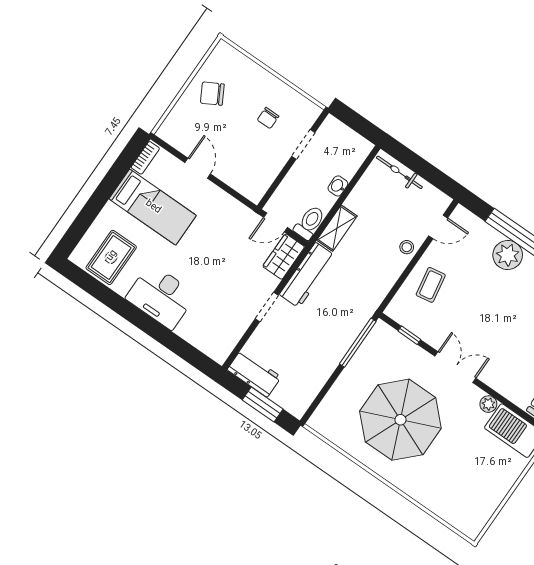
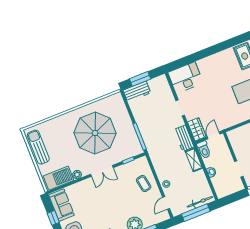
window: (422, 168) -> (196, 213), added
workbench: (307, 275) -> (184, 138), width x0.73
desk: (161, 296) -> (186, 78), moved
workbench: (254, 373) -> (137, 92), moved
sun lounger: (485, 498) -> (38, 147), added

